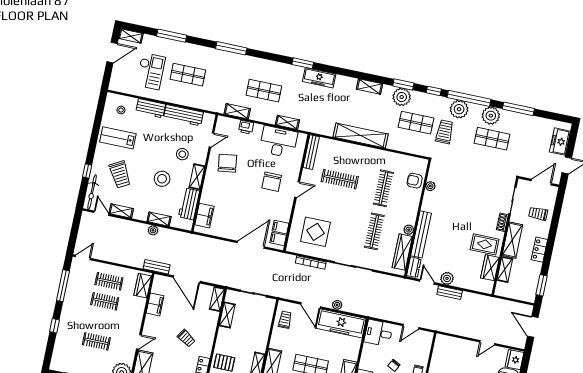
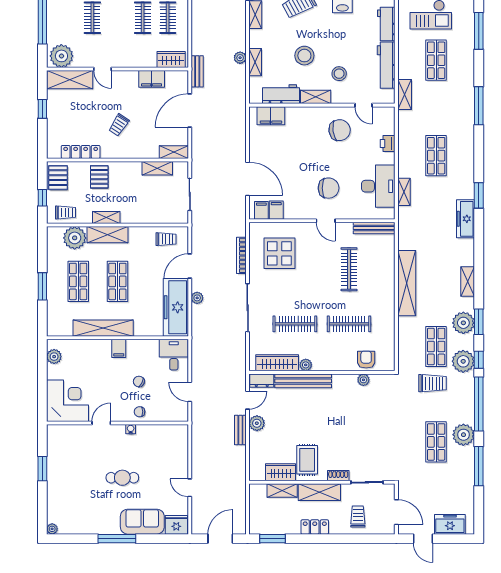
plant: (459, 109) -> (463, 361), moved
shelving: (237, 111) -> (405, 95), moved
chair: (272, 182) -> (329, 188), turned 180

